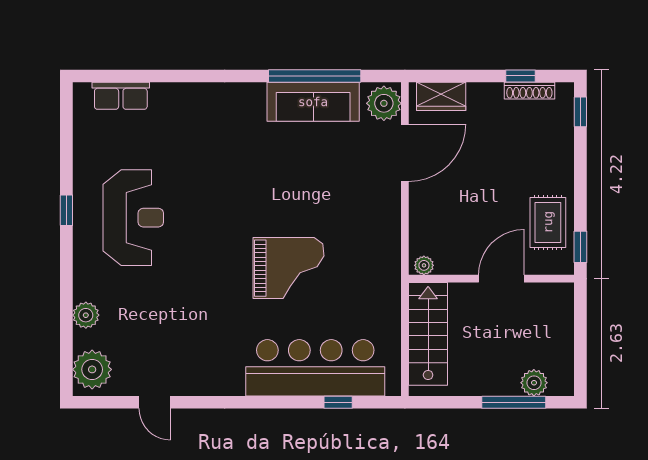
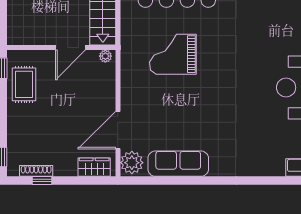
window: (315, 76) -> (177, 181), removed
grand piano: (289, 268) -> (173, 54), moved
door: (501, 279) -> (71, 47), moved

